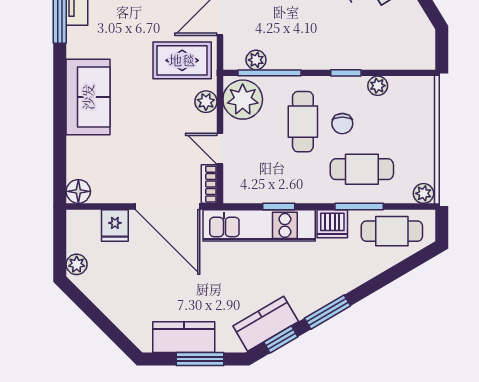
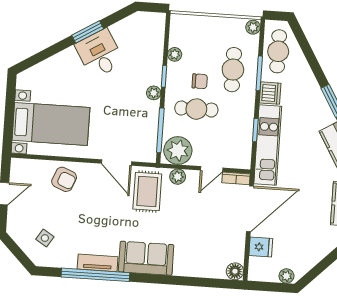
plant: (256, 60) -> (154, 93), moved
sofa: (88, 97) -> (146, 258), moved

